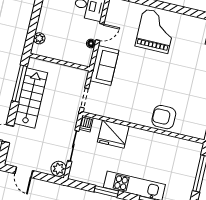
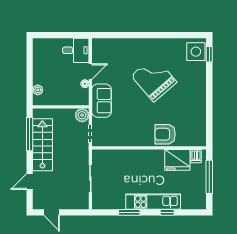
grand piano: (156, 31) -> (154, 79), moved, turned -41
dishwasher: (86, 124) -> (196, 156), moved
fridge: (113, 134) -> (177, 160), moved
plant: (59, 169) -> (82, 115), moved

